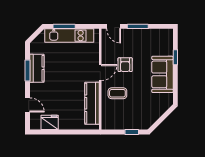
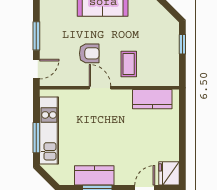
kitchen counter: (92, 103) -> (152, 99), width x0.67
fridge: (50, 122) -> (169, 173), moved

